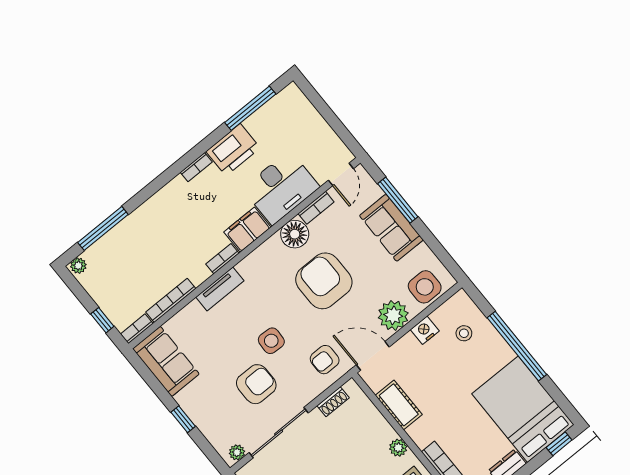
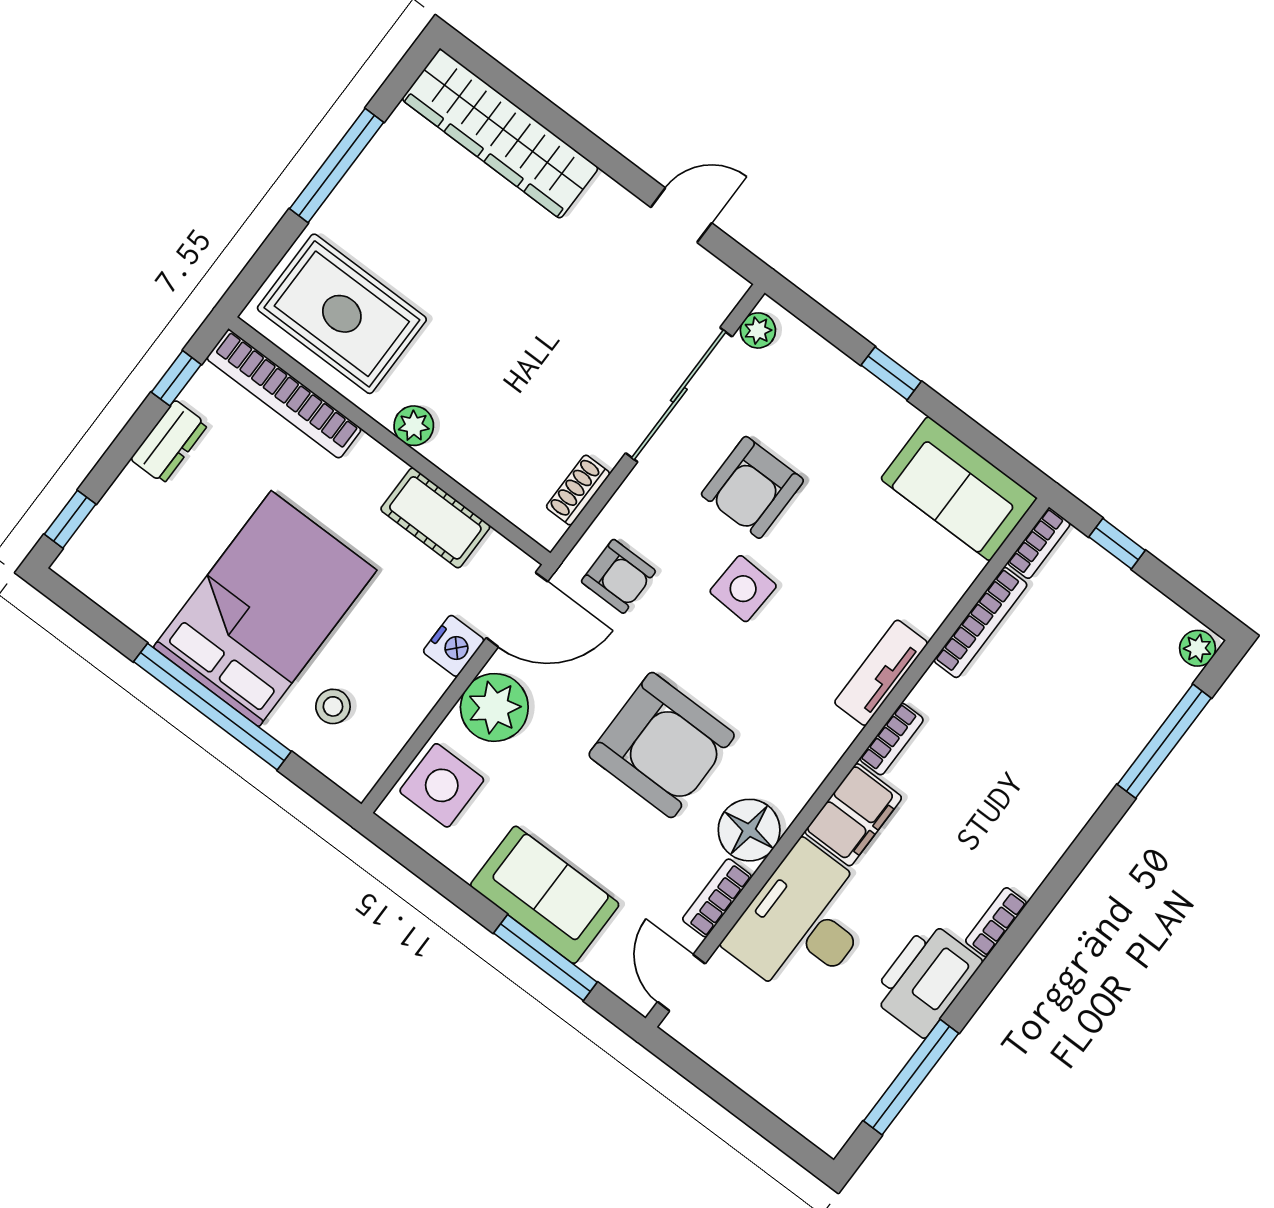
nightstand: (425, 330) -> (454, 646), moved
armchair: (325, 360) -> (618, 576), turned 90
bed: (523, 409) -> (265, 609), moved, turned -90

